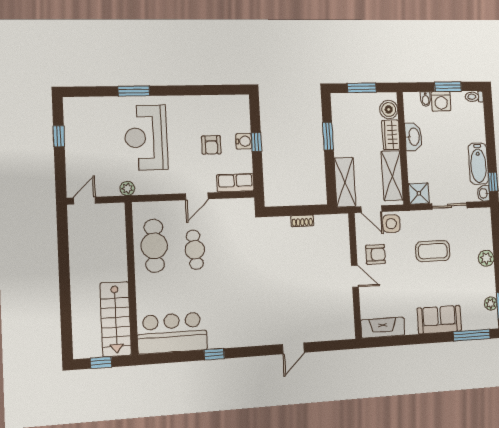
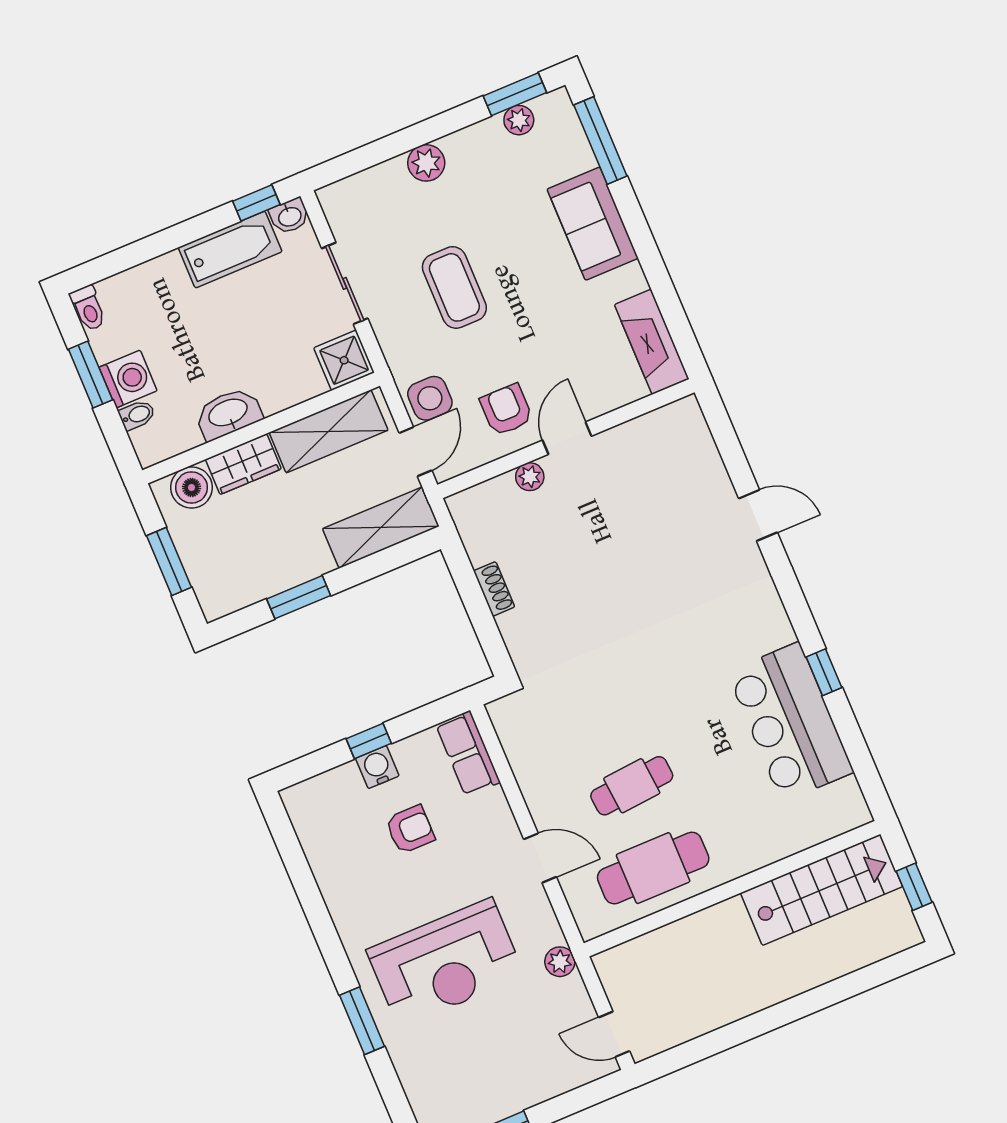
door: (197, 196) -> (540, 858), moved
plant: (344, 254) -> (530, 477), added
bar counter: (172, 333) -> (790, 722), moved

